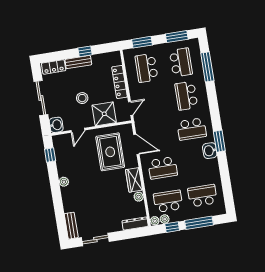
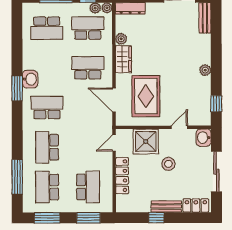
school desk: (186, 96) -> (47, 147), turned 180
school desk: (168, 201) -> (88, 28), turned 180

